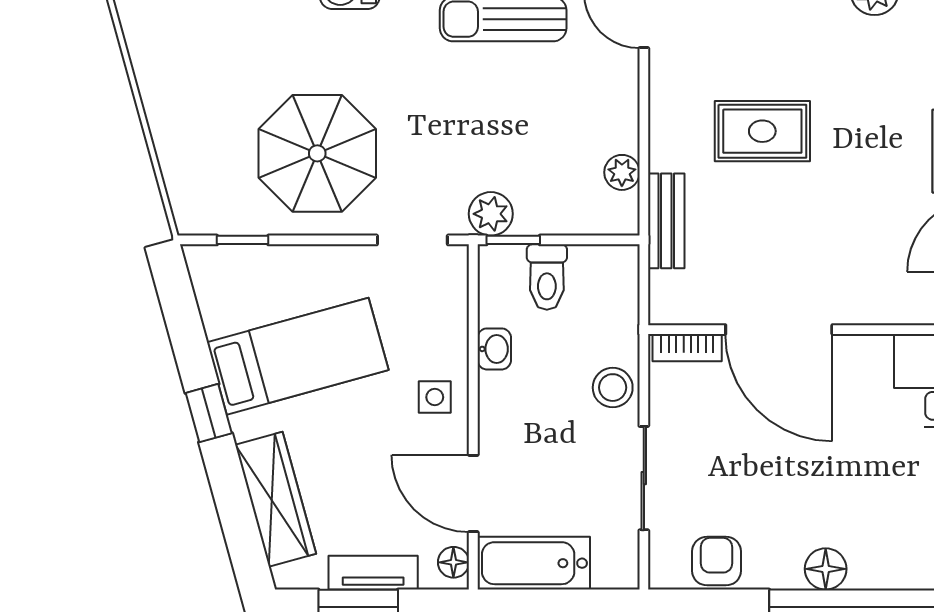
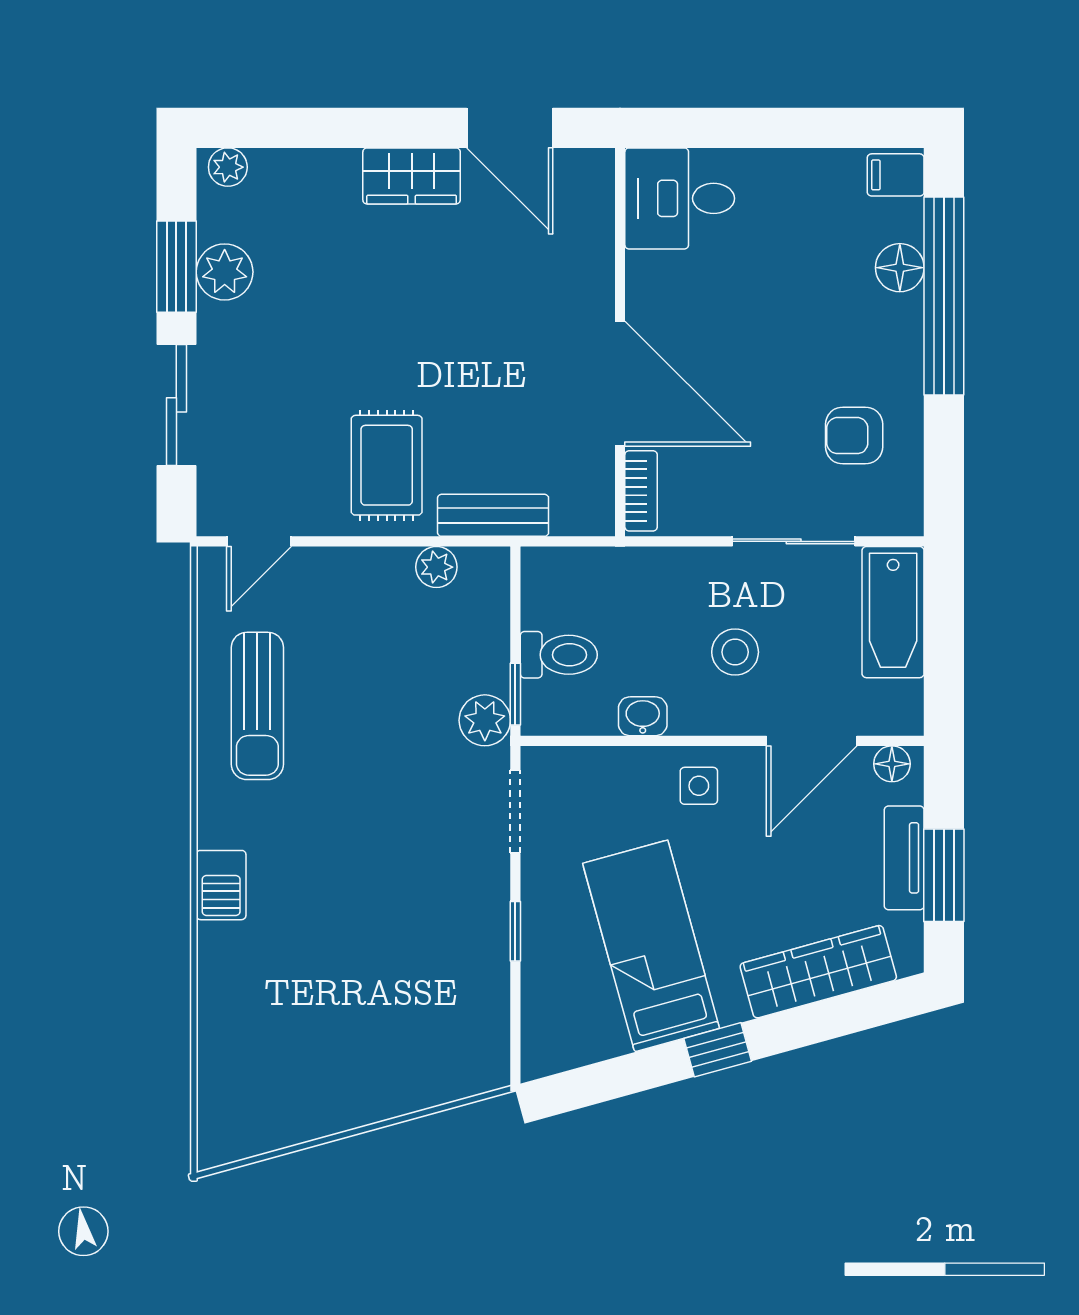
rug: (762, 131) -> (387, 465), moved
parasol: (317, 153) -> (414, 923), removed
window: (243, 240) -> (515, 931), moved
door: (779, 330) -> (620, 384), hinge flipped
stool: (613, 388) -> (735, 652), moved
armchair: (717, 561) -> (854, 436), moved
bathtub: (534, 563) -> (893, 612), moved
floor lamp: (826, 569) -> (900, 268), moved

